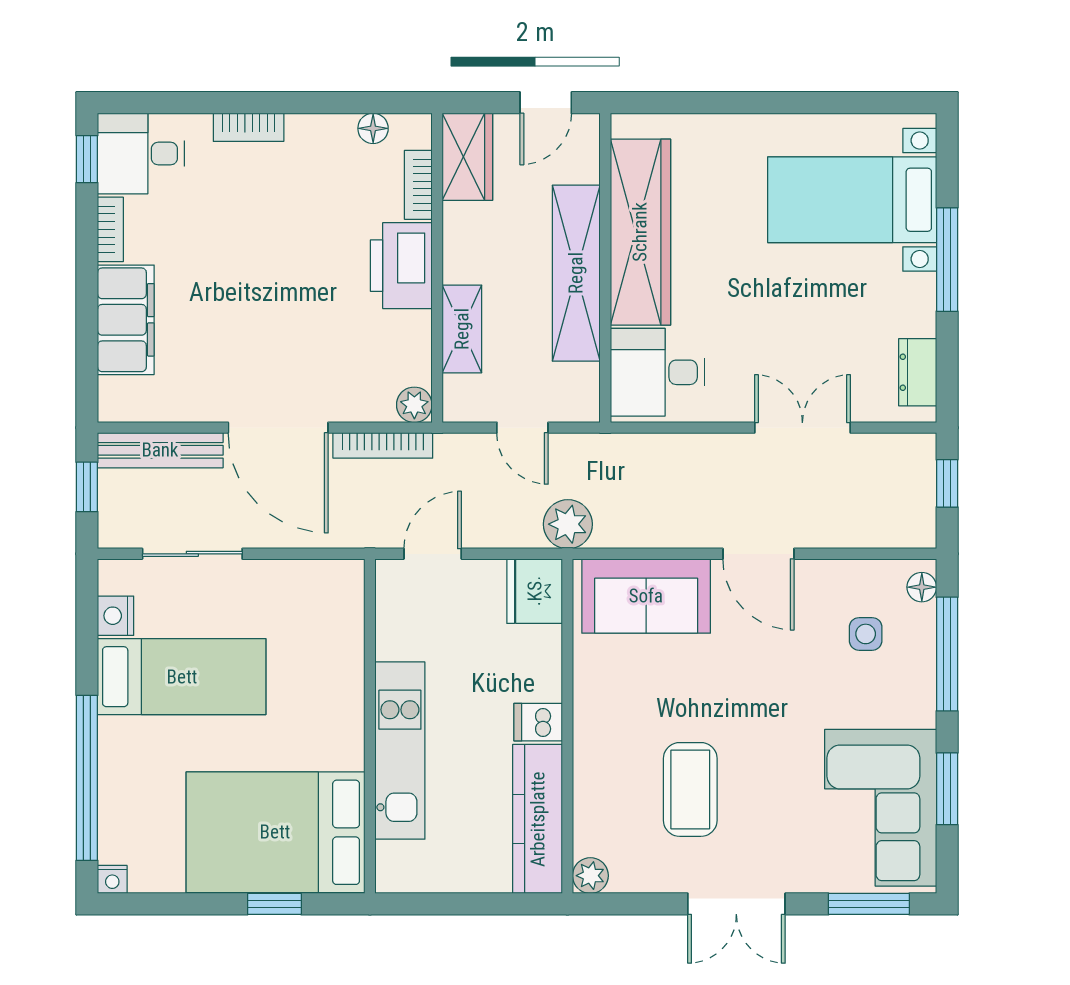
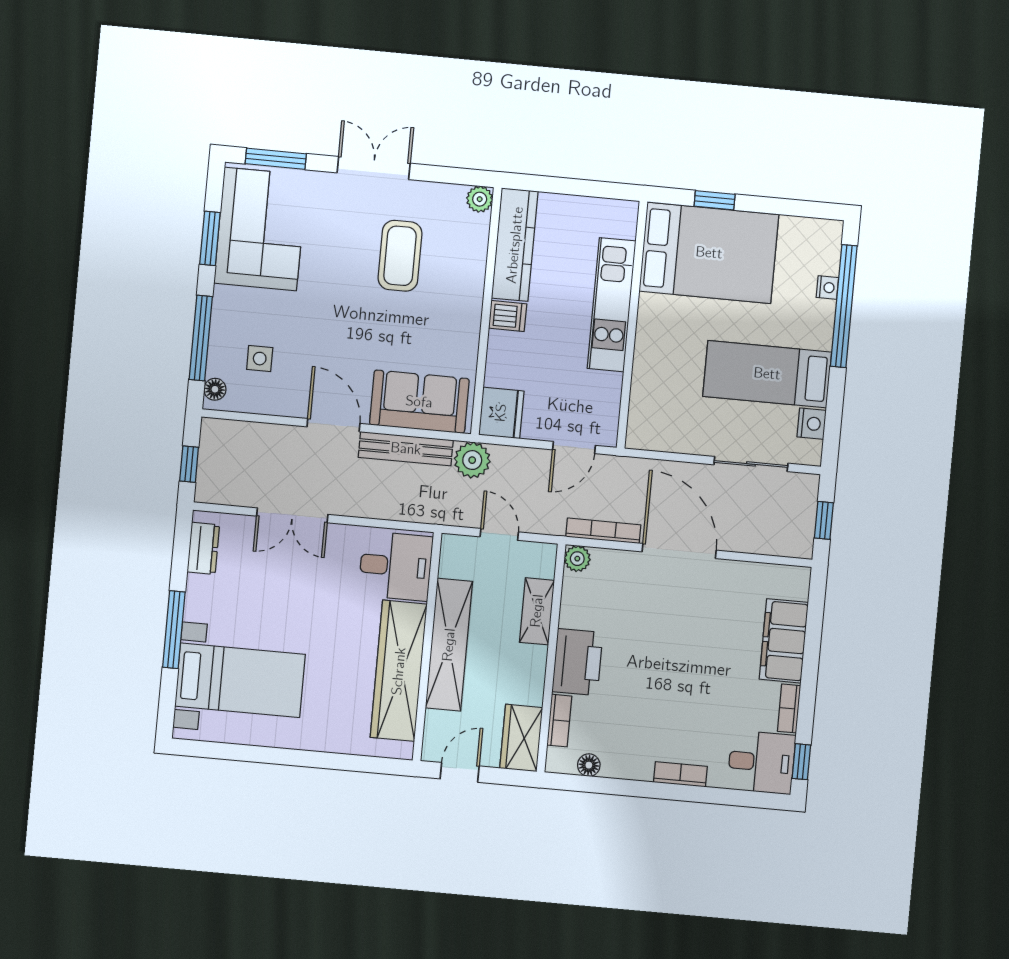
bench: (160, 450) -> (406, 449), moved
nightstand: (112, 879) -> (827, 288), moved, turned 90

